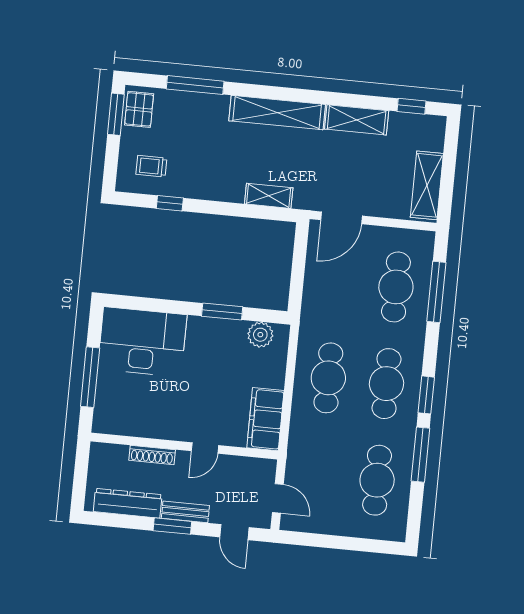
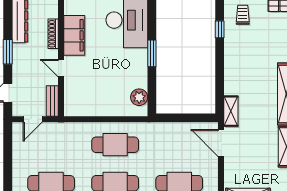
shelving: (269, 196) -> (231, 111), moved
window: (222, 312) -> (152, 53), moved
filing cabinet: (265, 419) -> (74, 35), moved, turned 90
bench: (185, 512) -> (52, 101), moved

